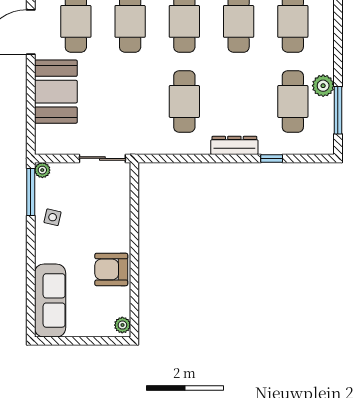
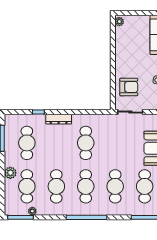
plant: (323, 86) -> (10, 173), moved
armchair: (111, 269) -> (129, 87), moved

